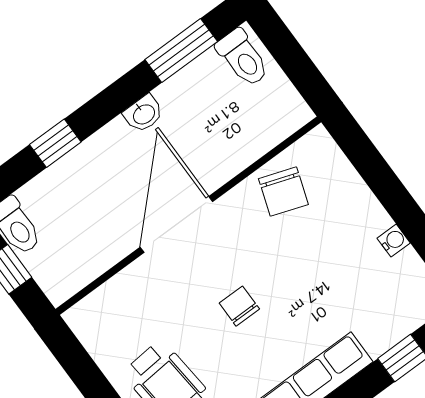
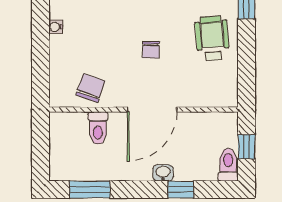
toilet: (243, 58) -> (98, 128), moved, turned 180
washbasin: (144, 114) -> (163, 173), moved

